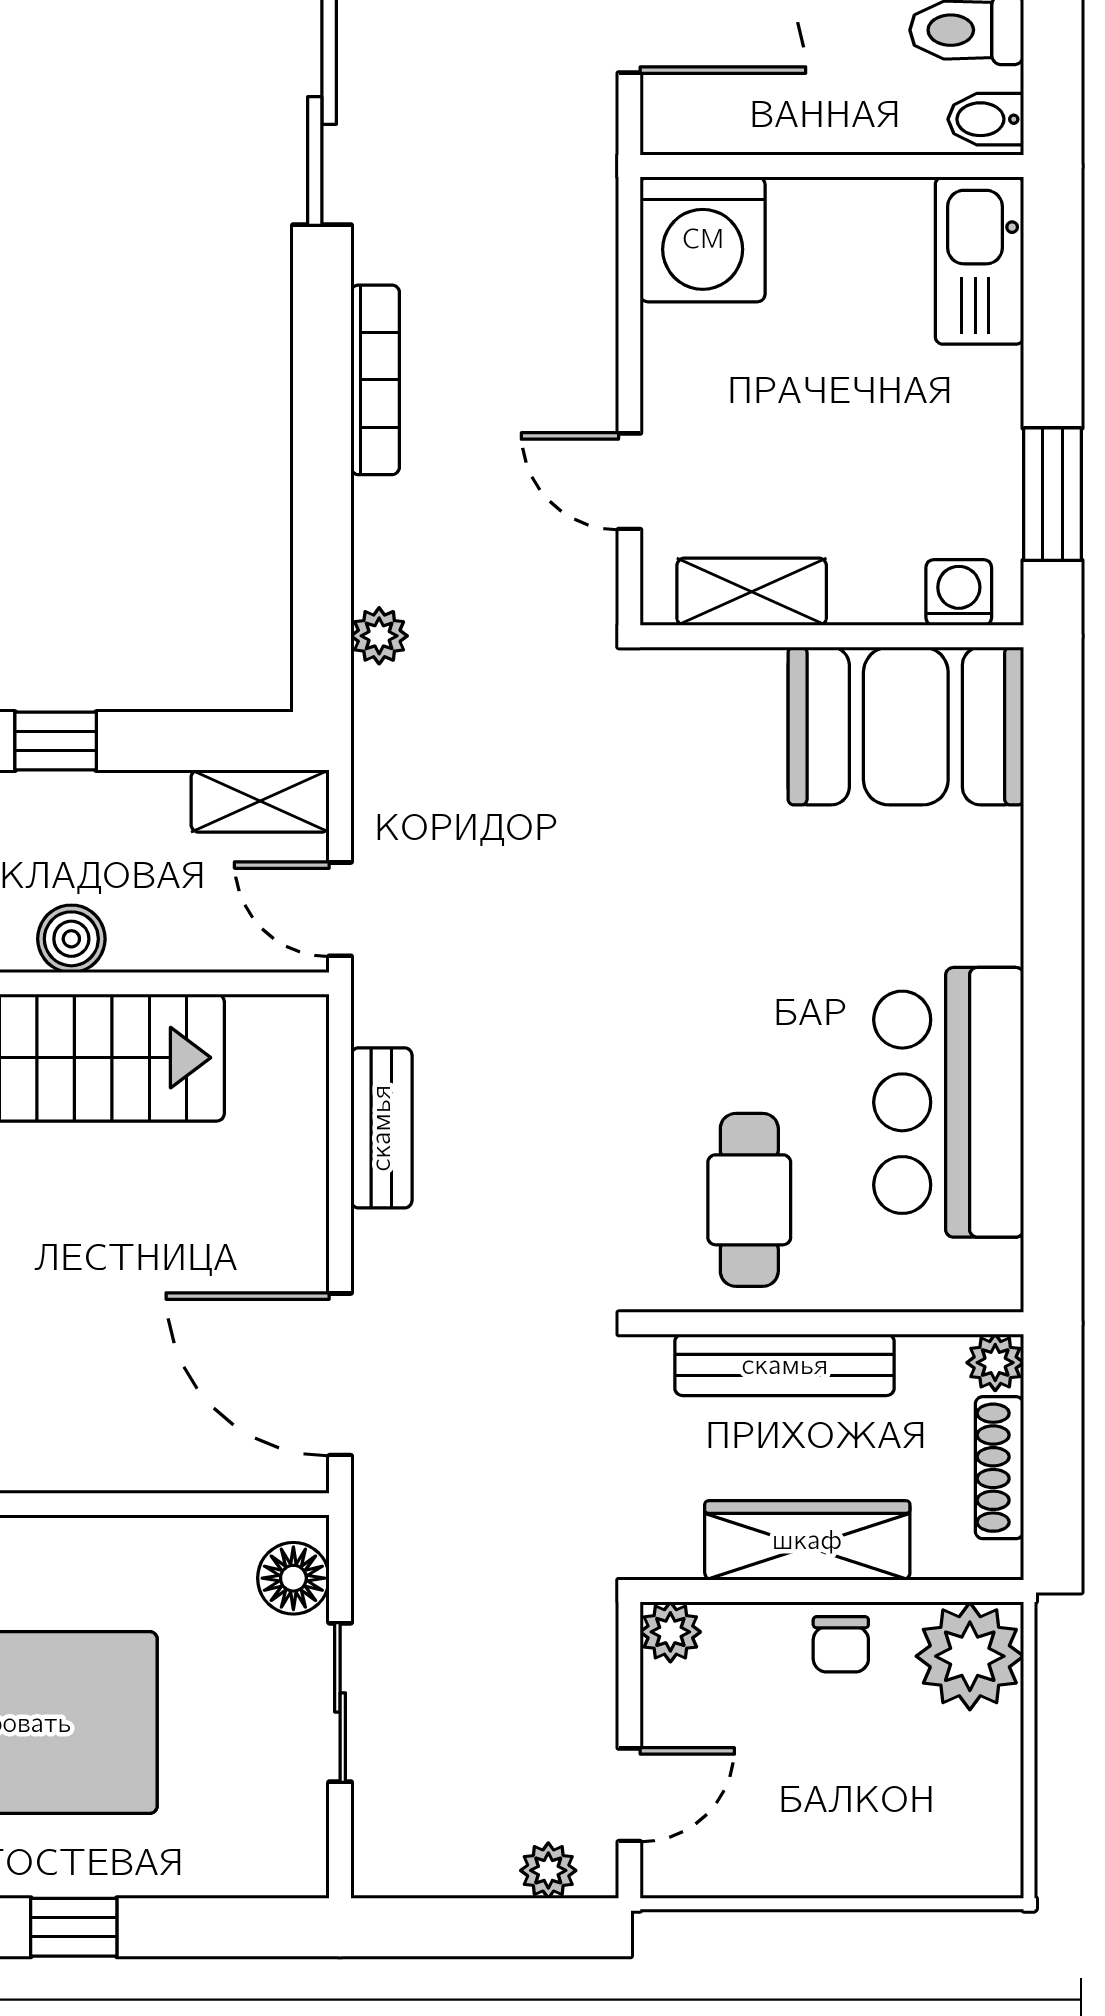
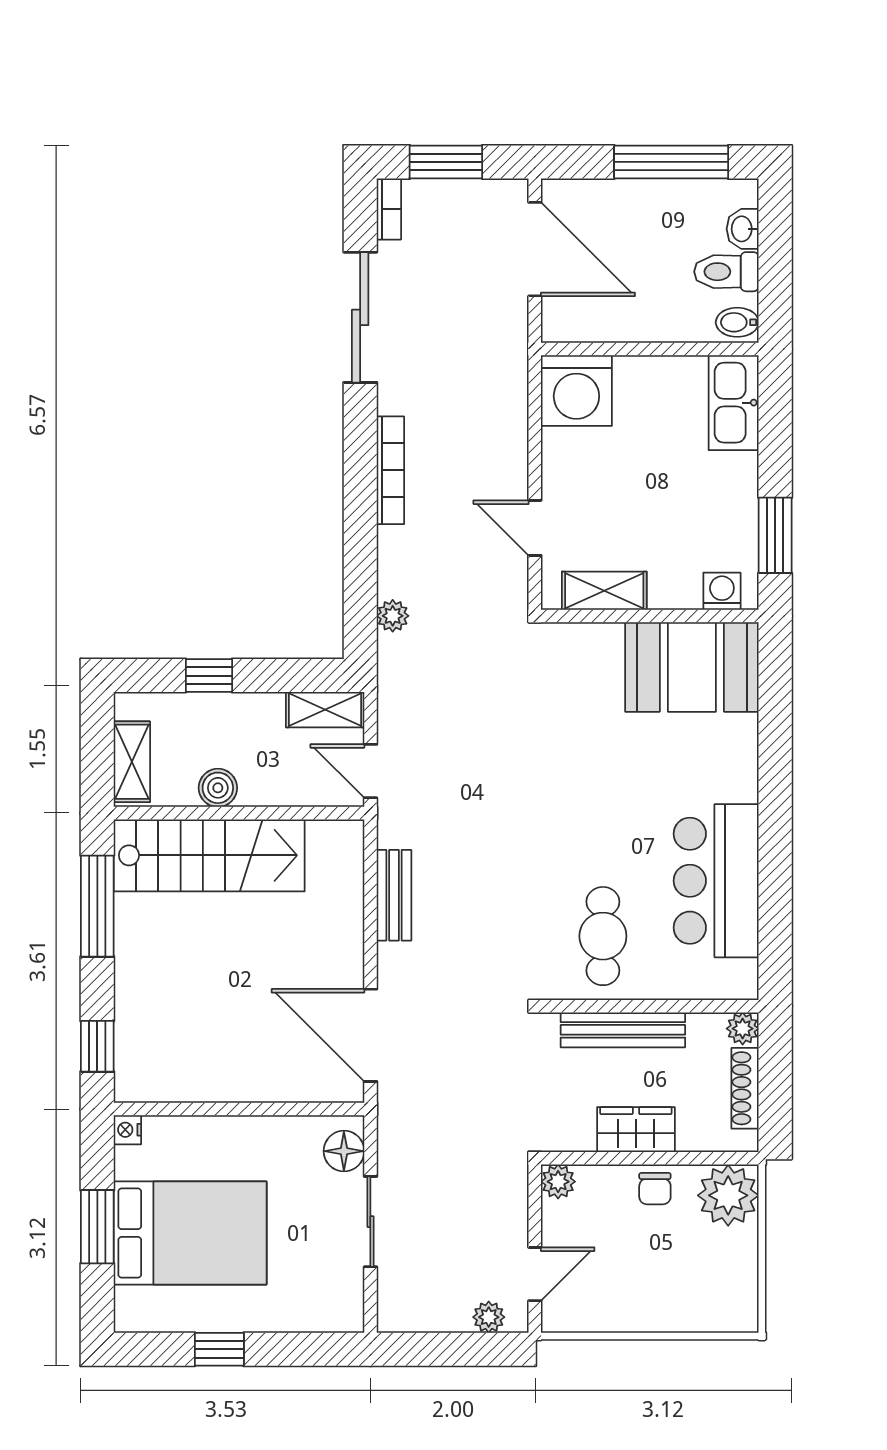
wardrobe: (807, 1540) -> (636, 1130), width x0.67

